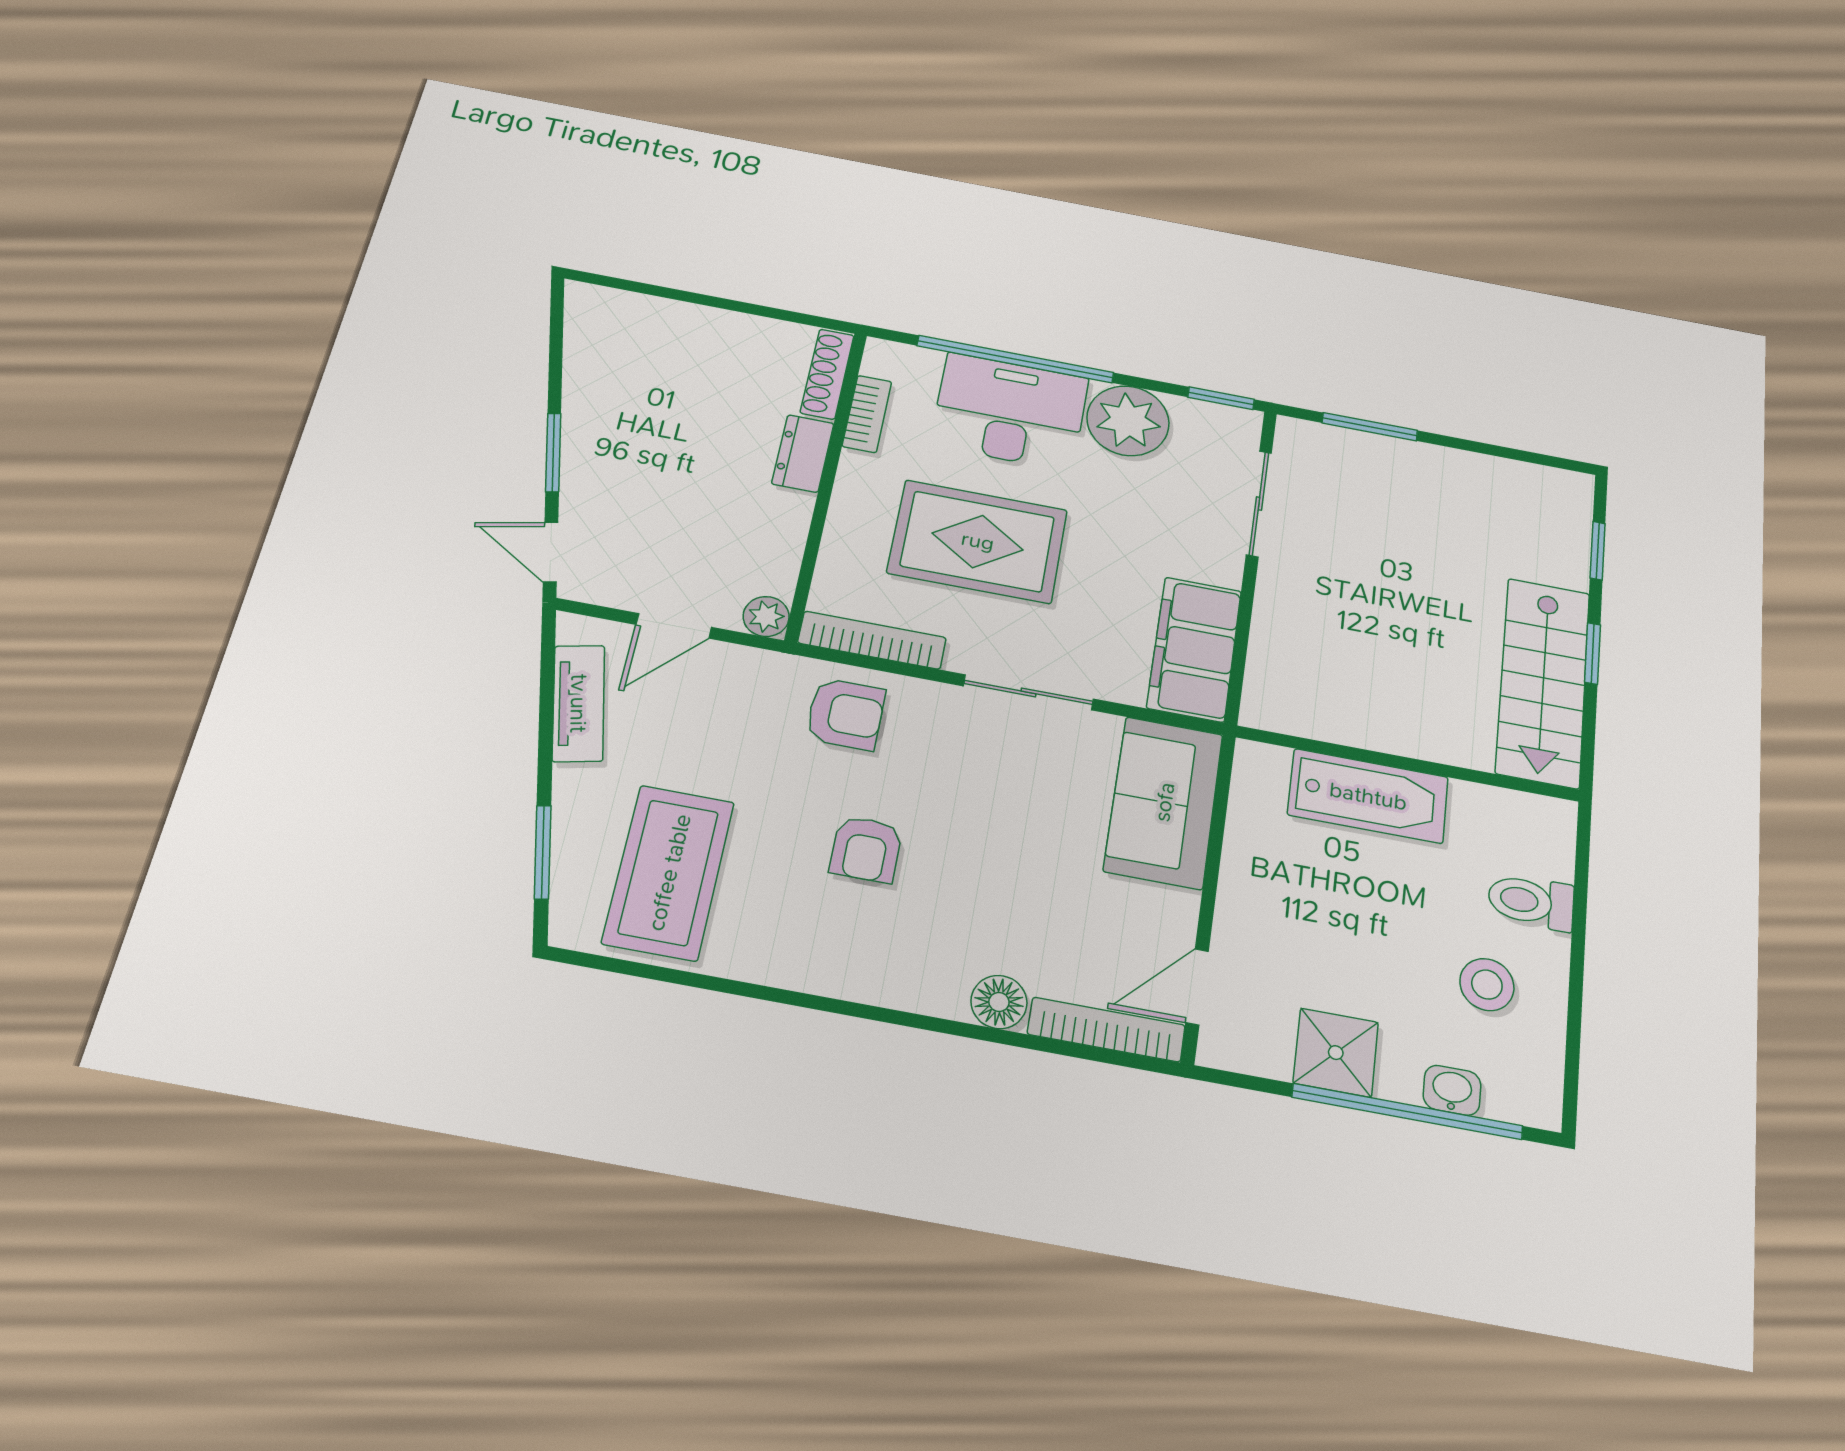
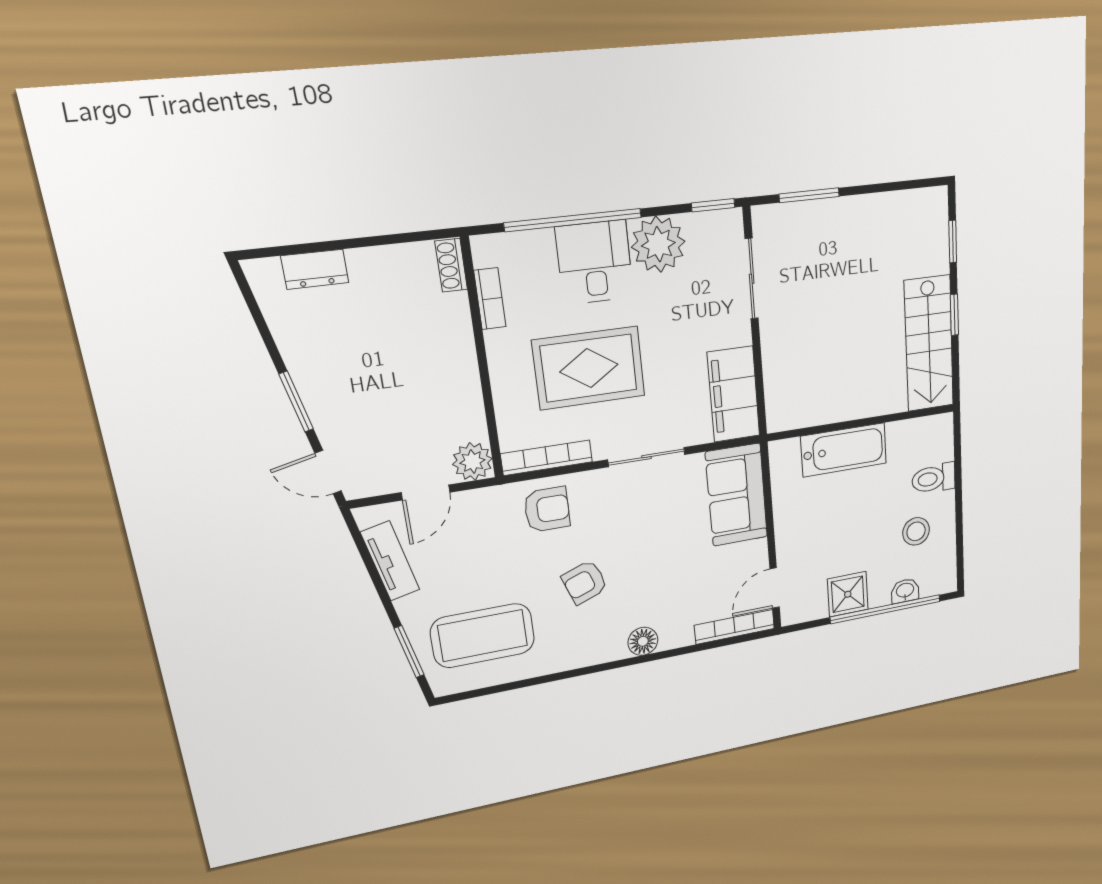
shoe rack: (827, 374) -> (451, 265), width x0.70
desk: (1010, 411) -> (595, 262), width x0.73
dresser: (803, 453) -> (315, 269), moved, turned -90
plant: (766, 617) -> (472, 461), width x1.38, depth x1.38
armchair: (866, 849) -> (585, 582), turned 70
coffee table: (669, 872) -> (483, 636), turned 90
floor lamp: (999, 1002) -> (643, 641), moved

